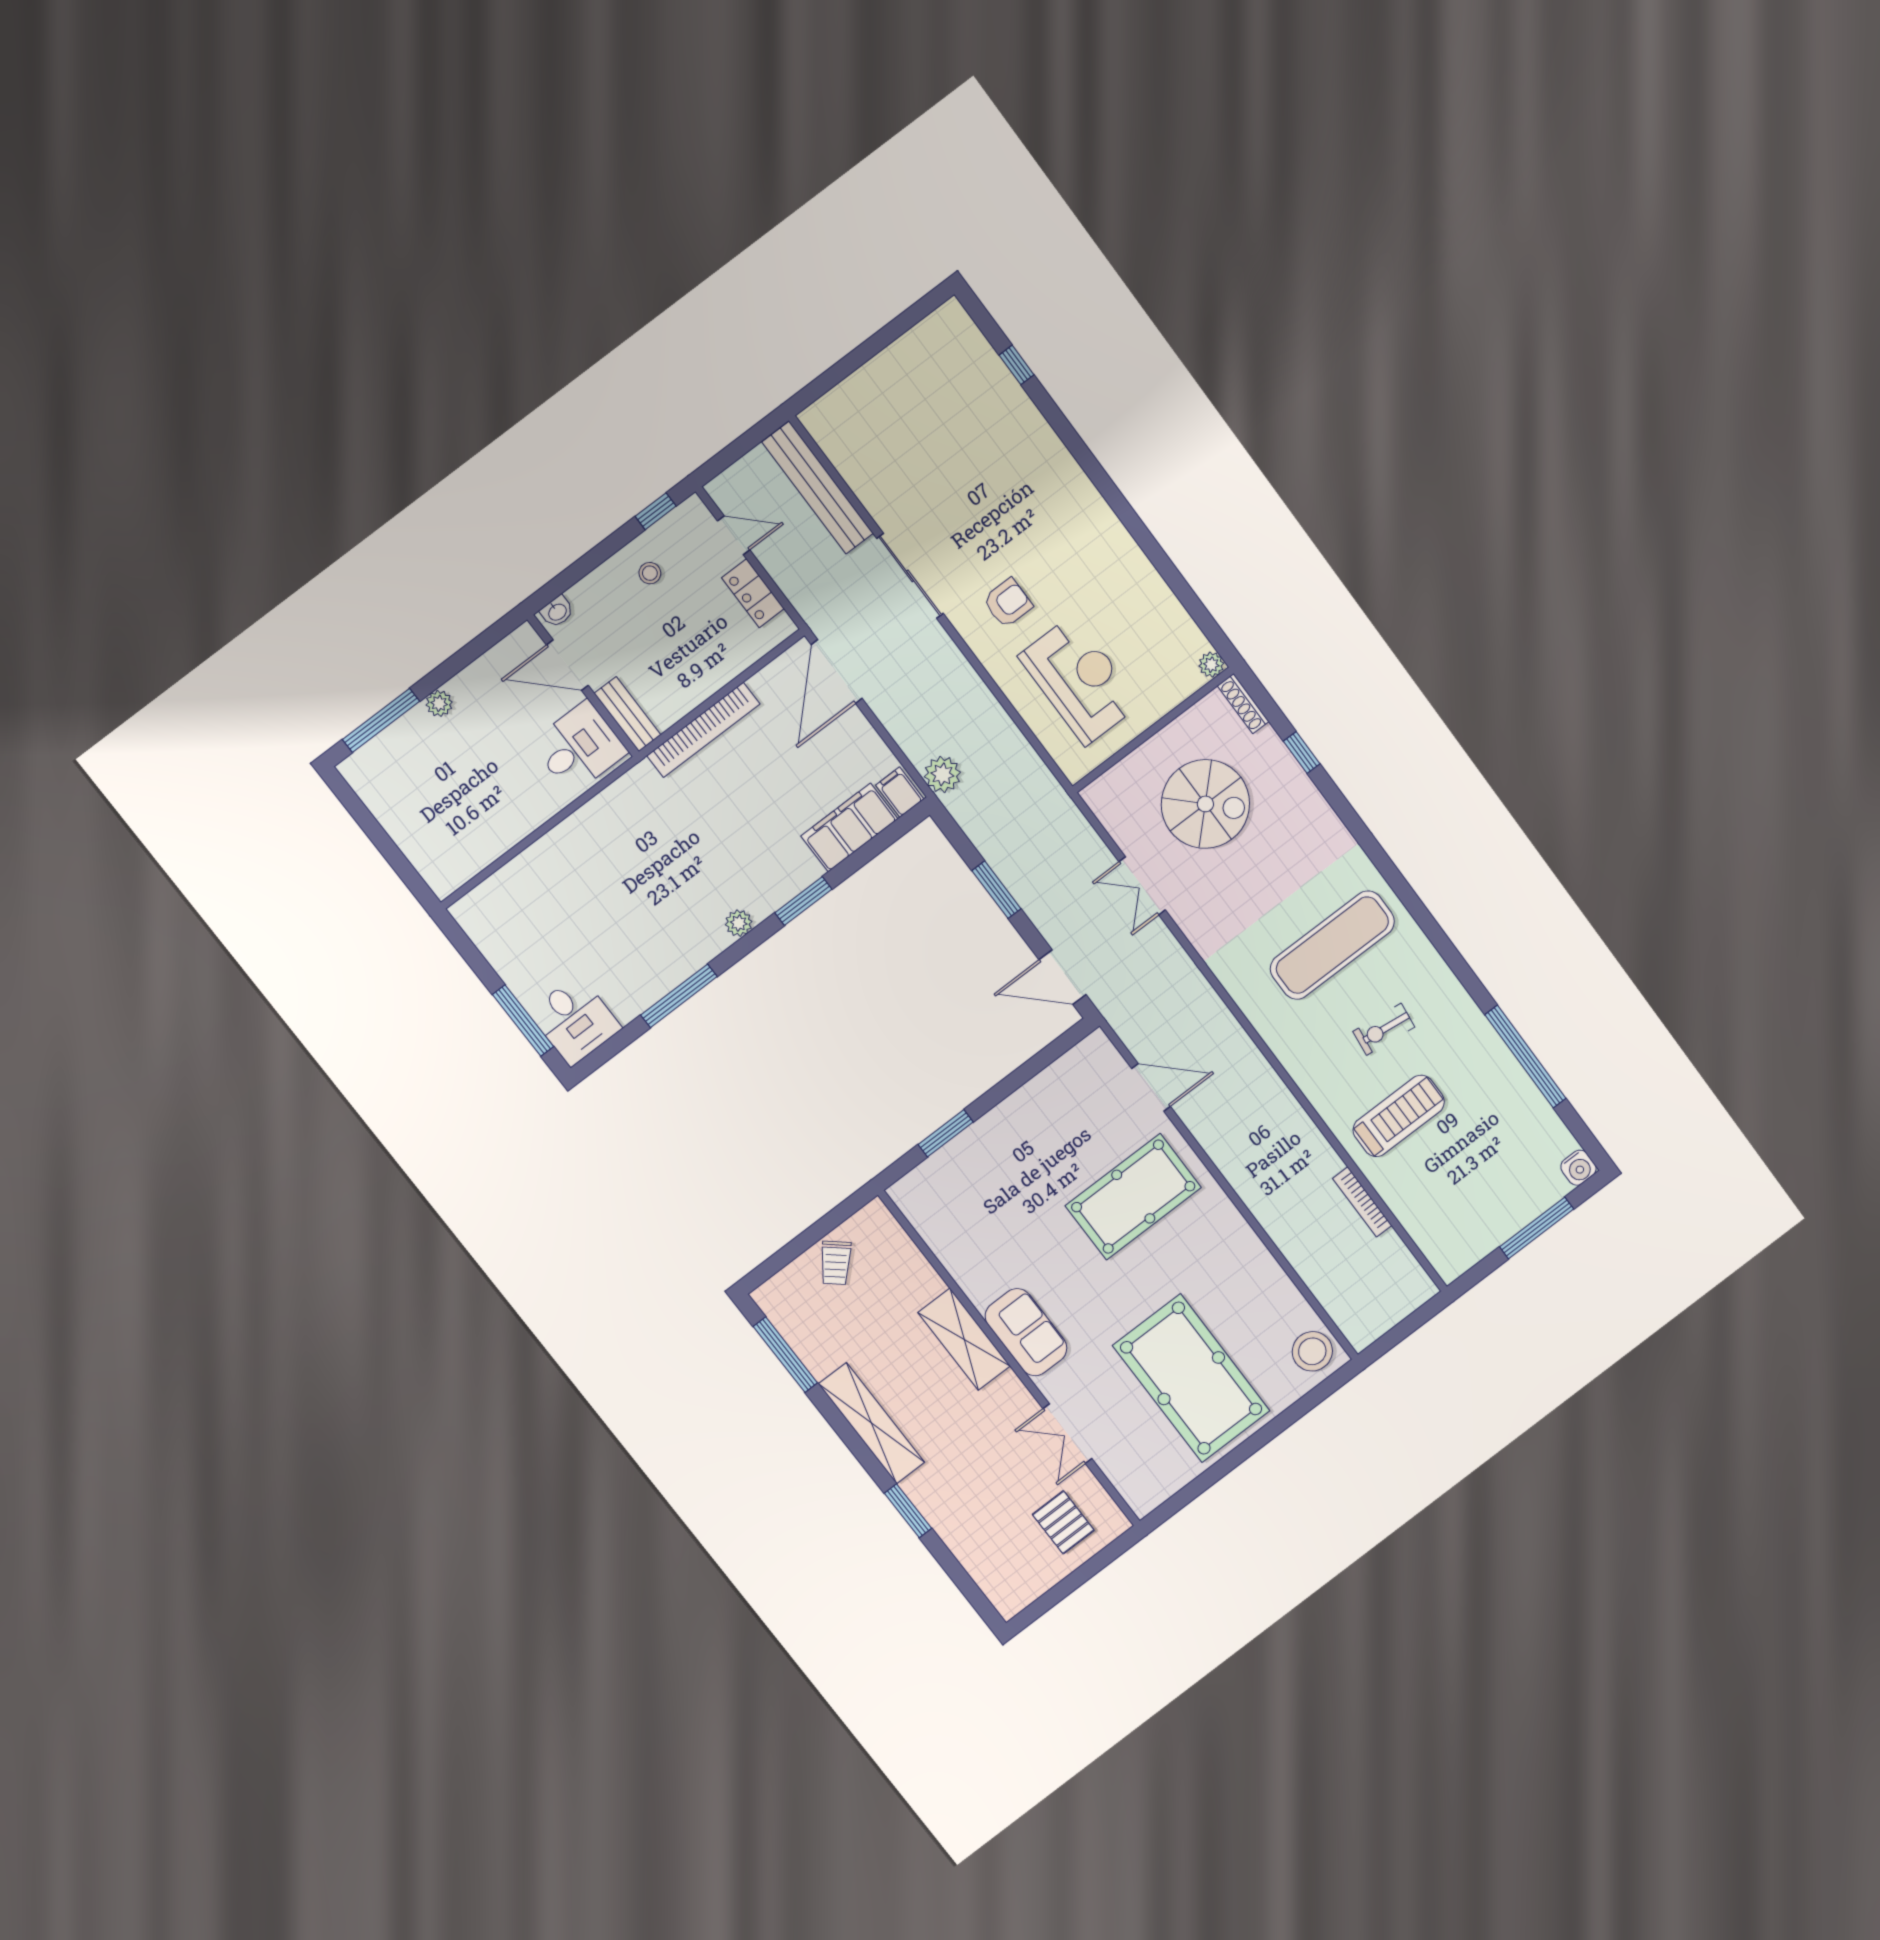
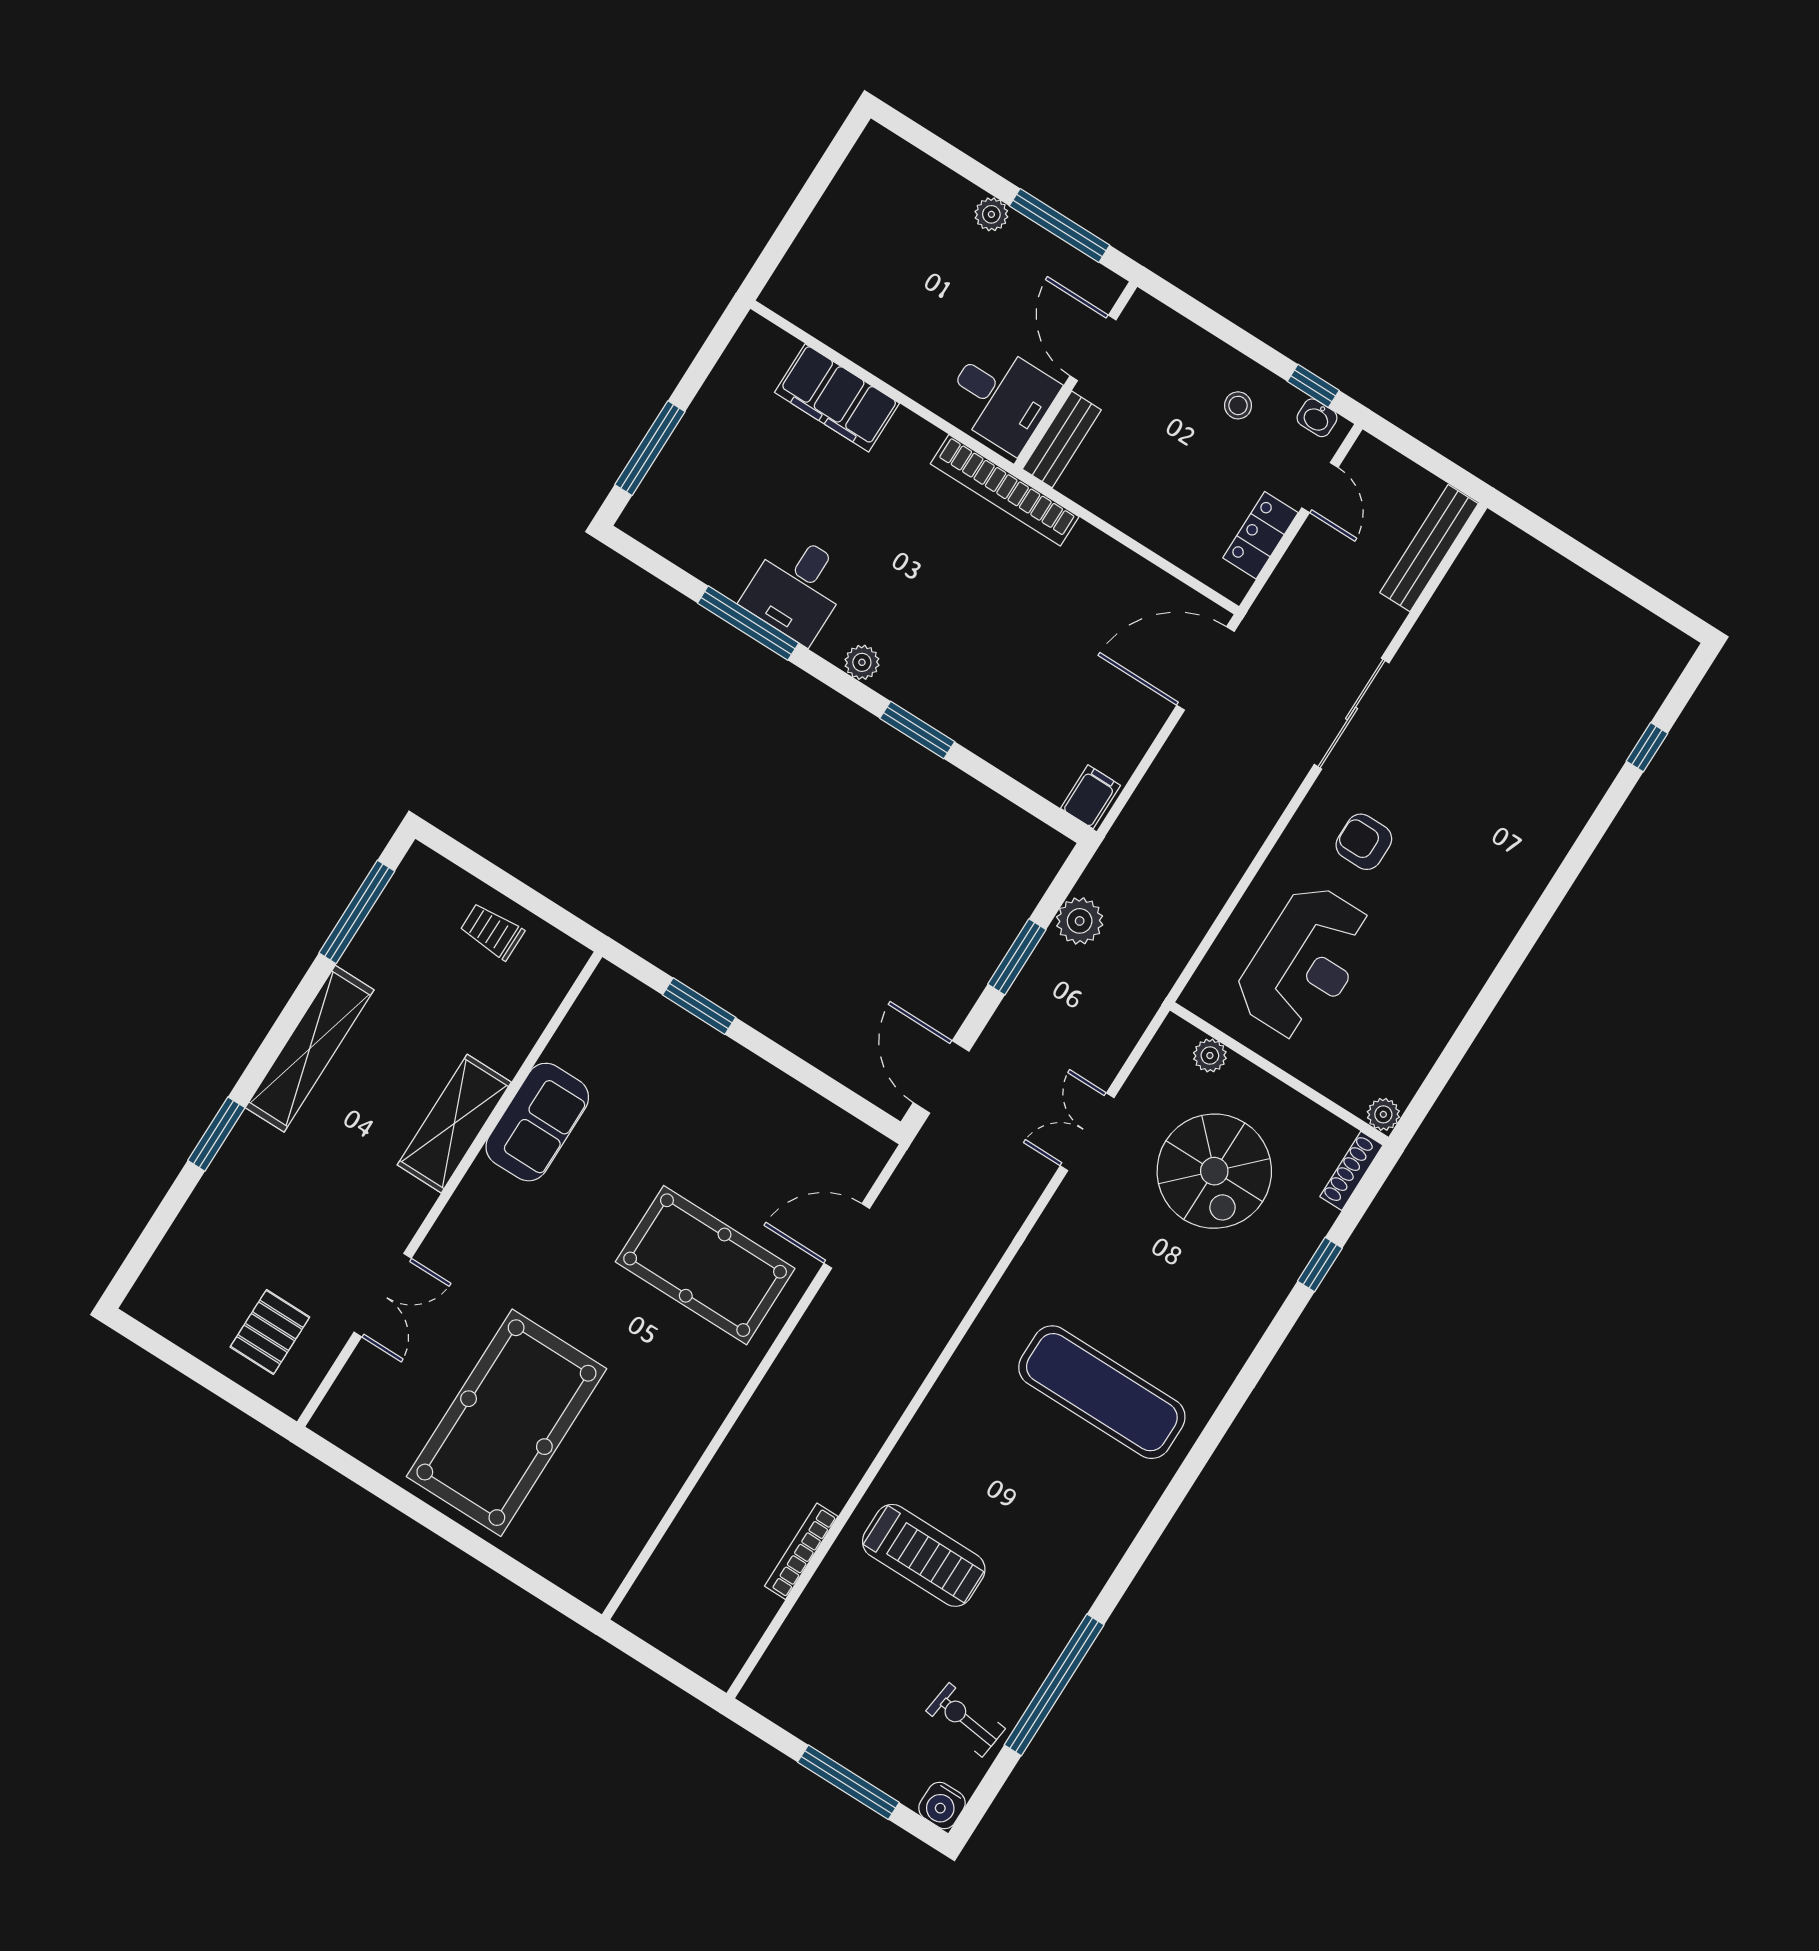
bench: (818, 488) -> (1429, 548), width x0.73, depth x0.82
armchair: (1008, 603) -> (1364, 842), turned 180
washbasin: (557, 612) -> (1317, 418), moved
window: (381, 720) -> (1060, 226), moved
bookcase: (703, 730) -> (1005, 490), moved
plant: (942, 774) -> (1080, 921), moved
plant: (1121, 776) -> (1210, 1056), added
filing cabinet: (849, 827) -> (837, 398), moved, turned 180
desk: (575, 1020) -> (797, 588), moved
exercise bike: (1384, 1029) -> (966, 1720), moved
door: (1151, 1087) -> (847, 1236), swing flipped
trolley: (836, 1263) -> (492, 931), turned 49
sofa: (1026, 1332) -> (537, 1122), moved
stool: (1312, 1351) -> (594, 1561), removed
double door: (1067, 1434) -> (383, 1295), swing flipped

